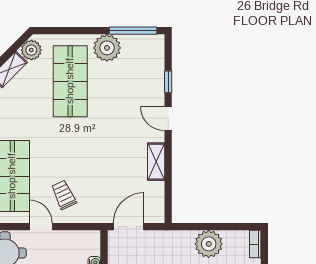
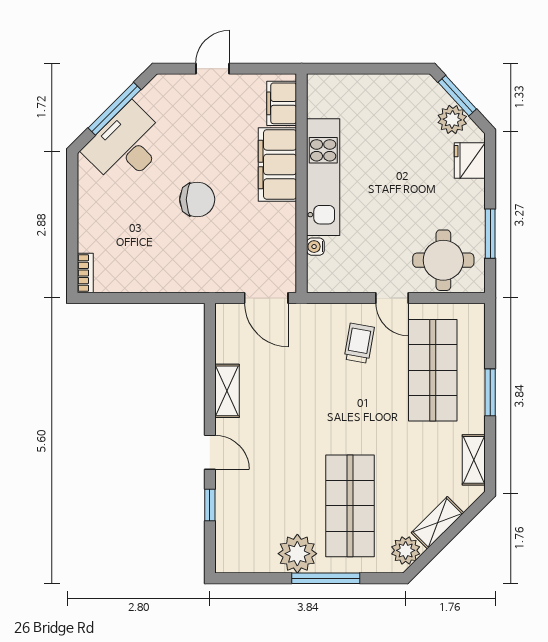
window: (133, 31) -> (326, 578), moved
trolley: (64, 195) -> (359, 343), turned -145
door: (129, 227) -> (266, 298), hinge flipped
plant: (209, 244) -> (152, 273), removed

